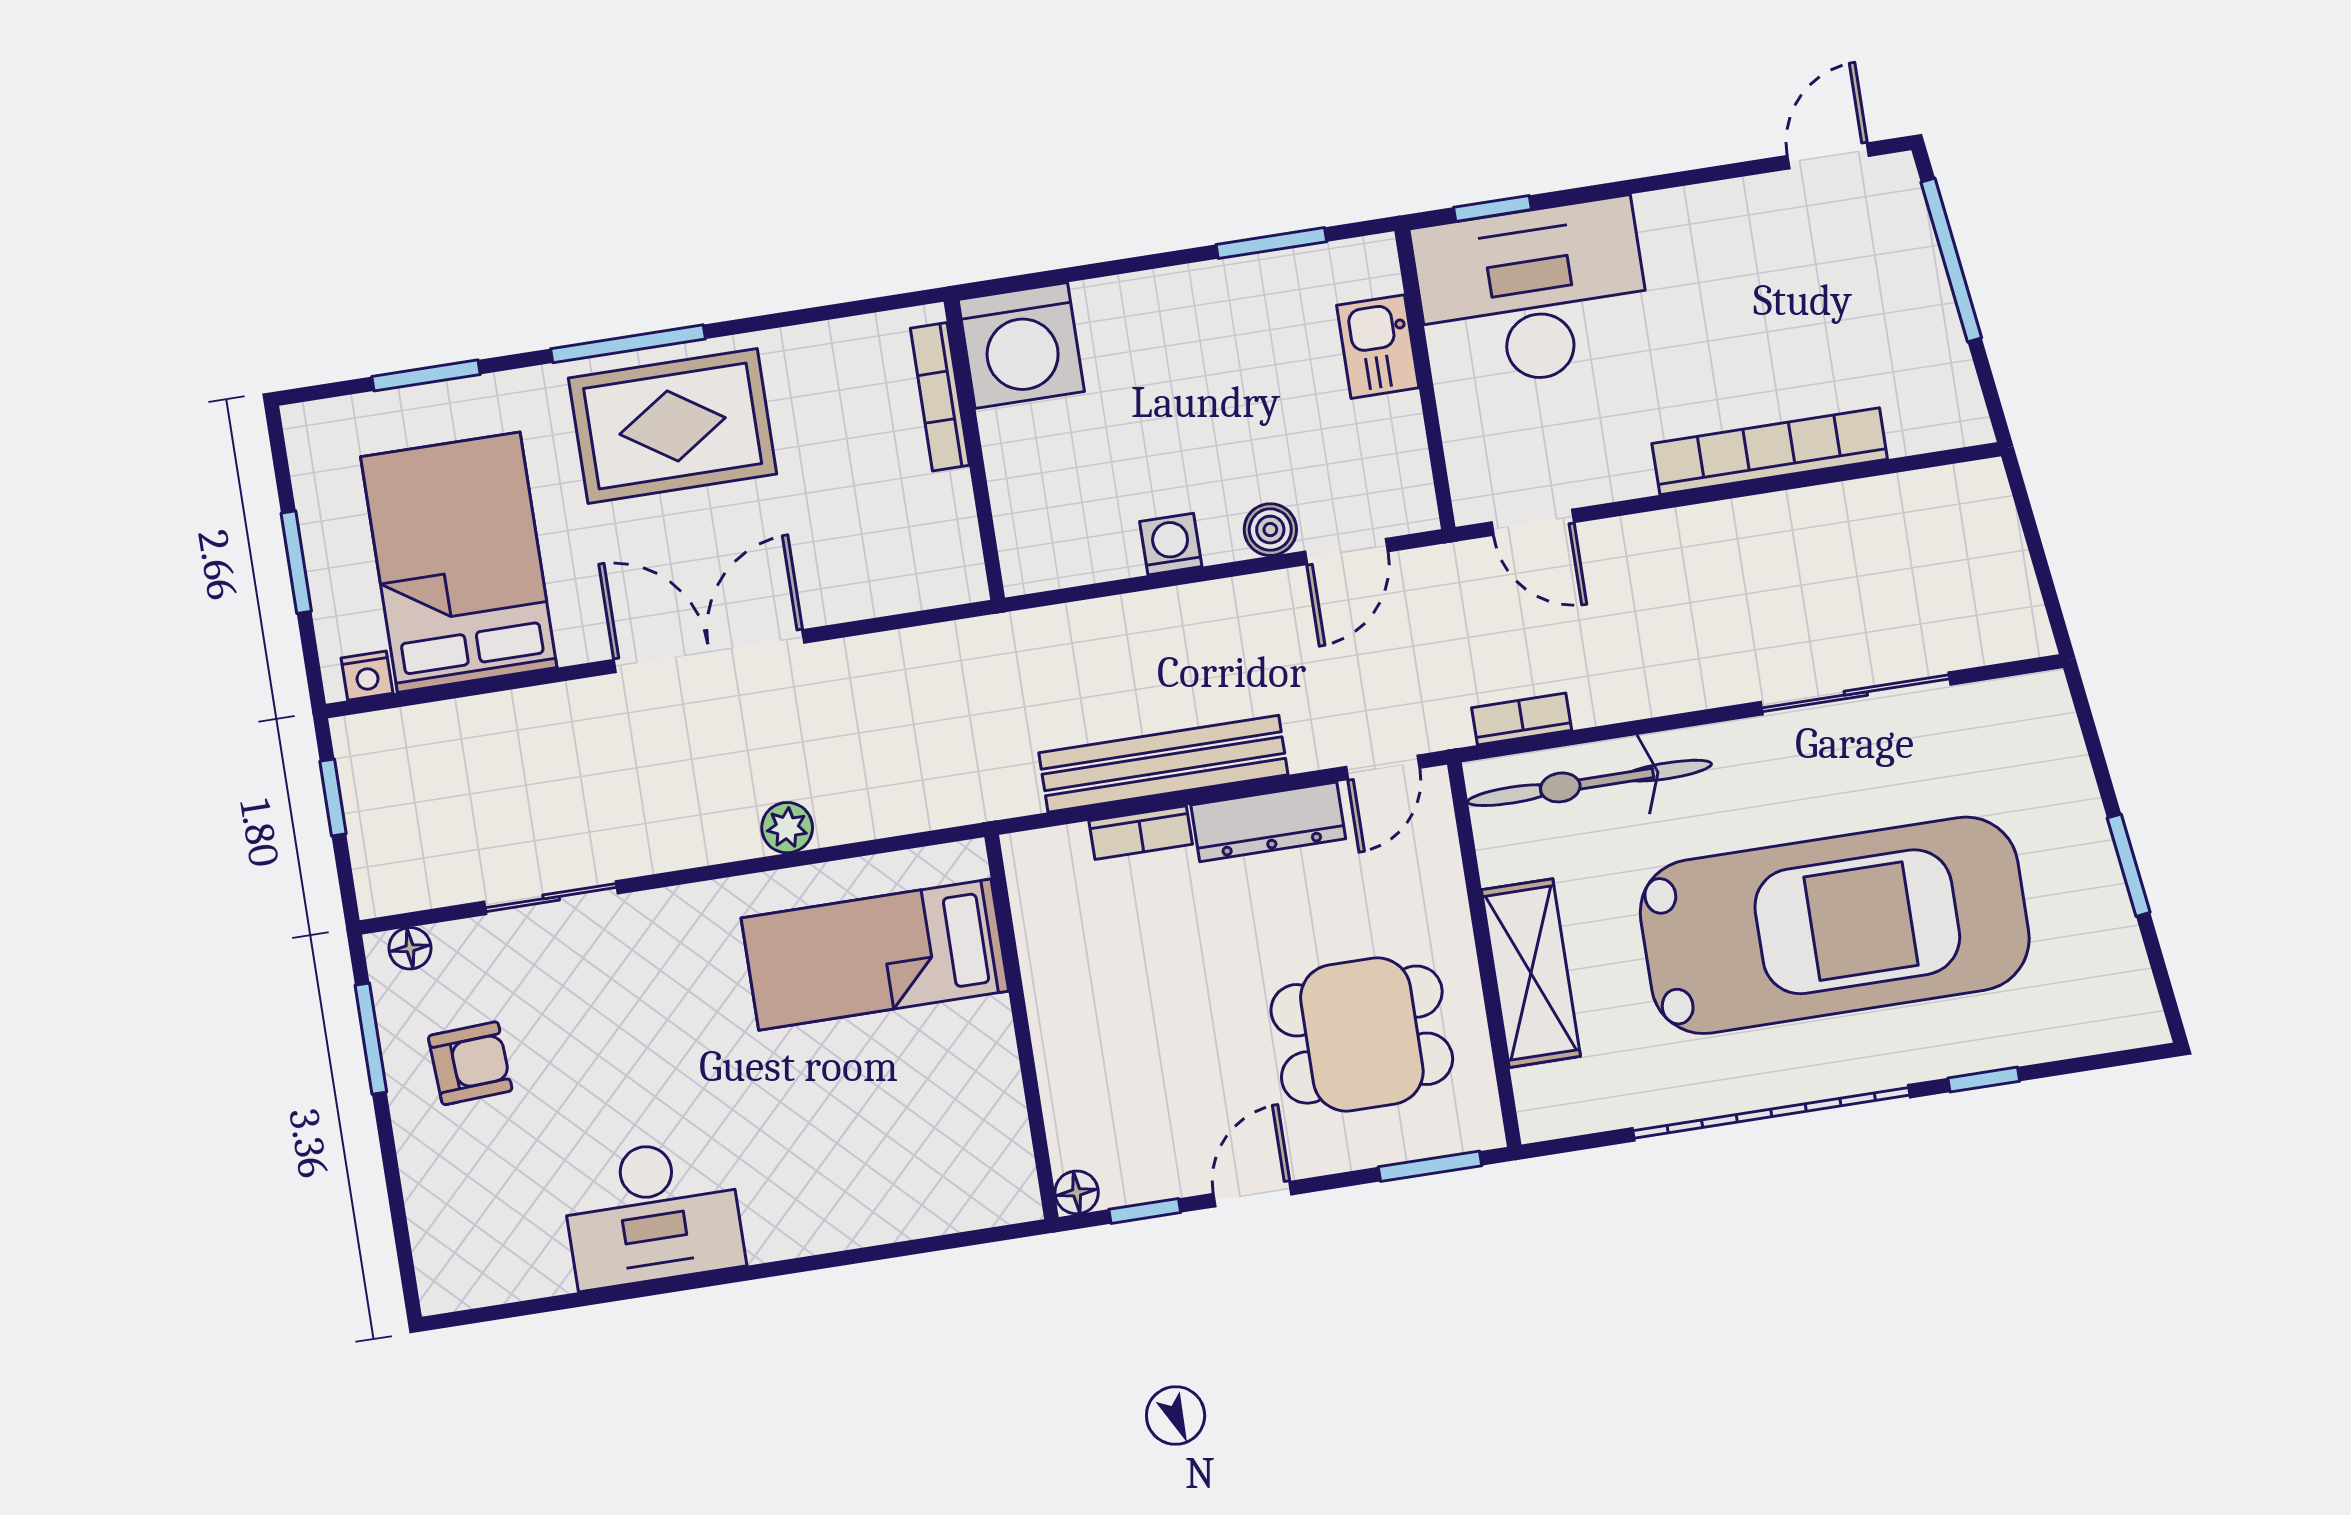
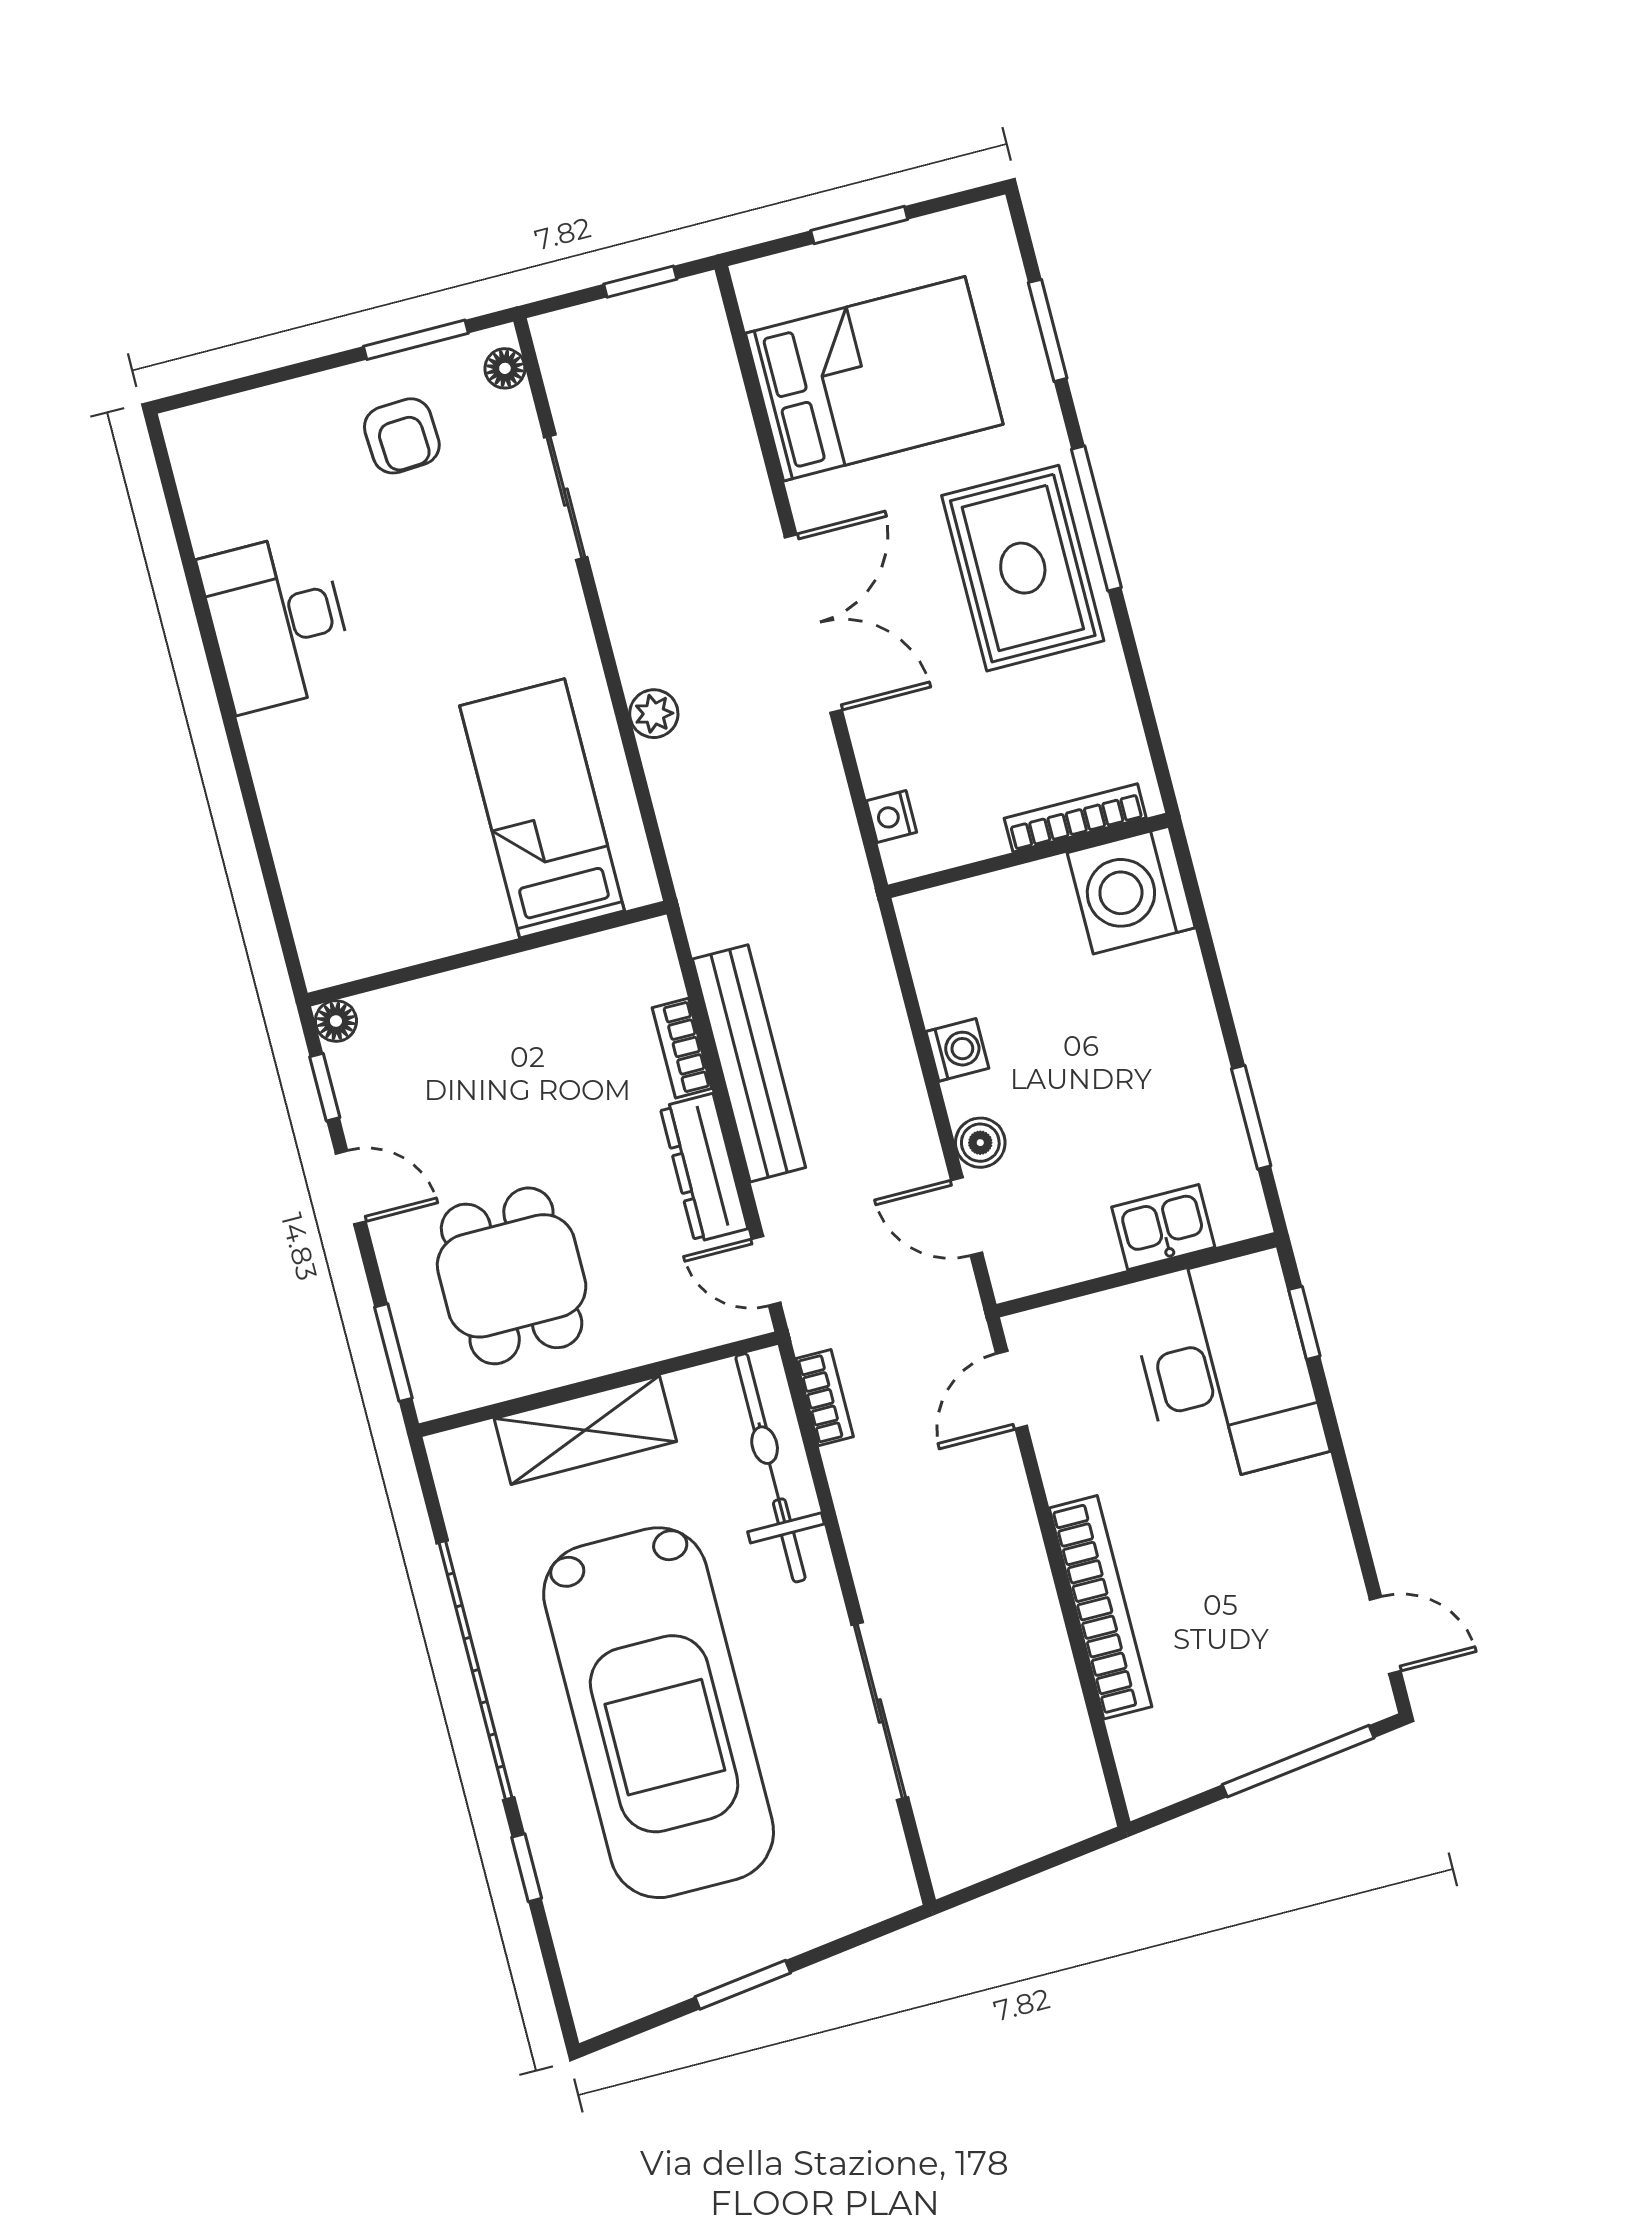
nightstand: (367, 676) -> (892, 817), moved

